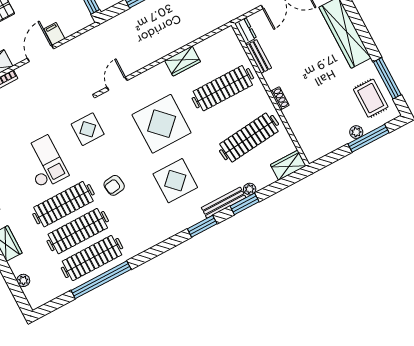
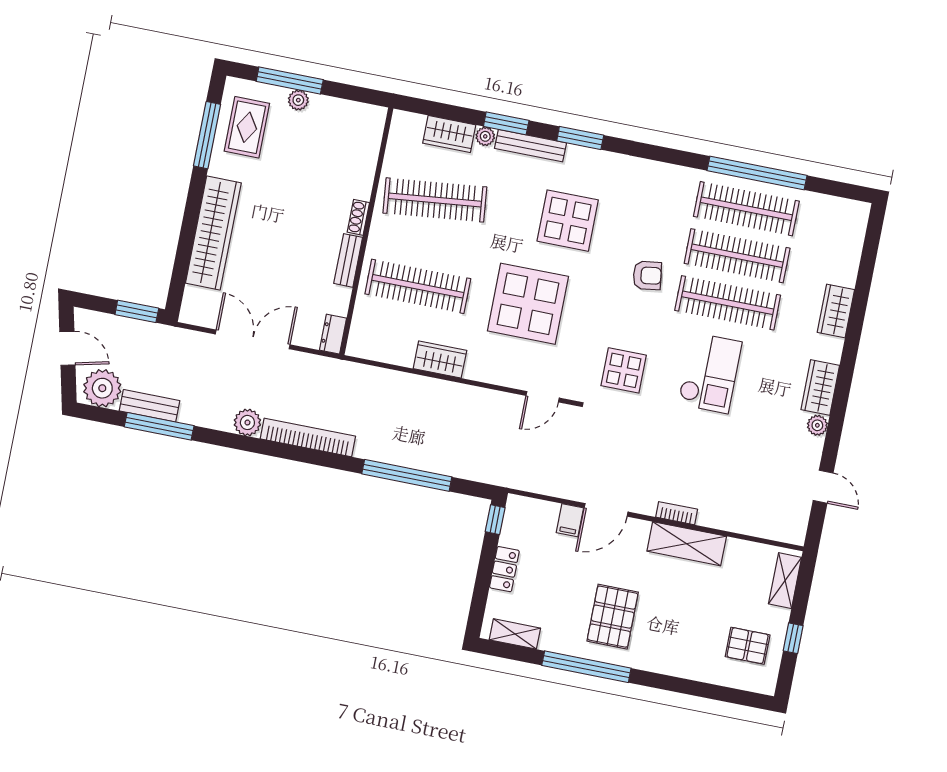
bench: (259, 57) -> (348, 260), moved
checkout: (44, 162) -> (710, 373), turned 180
wardrobe: (288, 165) -> (449, 134), moved
plant: (23, 280) -> (853, 250), removed

